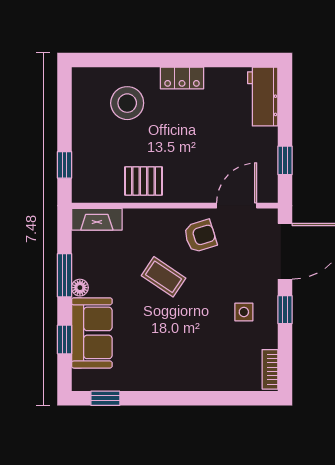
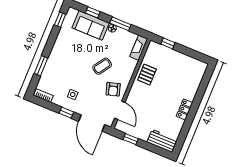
stool: (127, 103) -> (183, 81), removed
window: (213, 398) -> (41, 66), added

